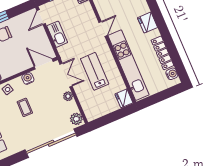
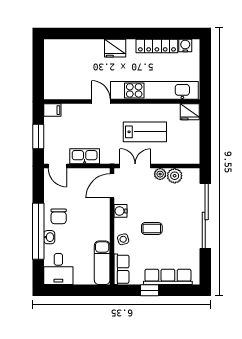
lab bench: (95, 71) -> (145, 132), turned 180
plant: (76, 119) -> (175, 176), moved

